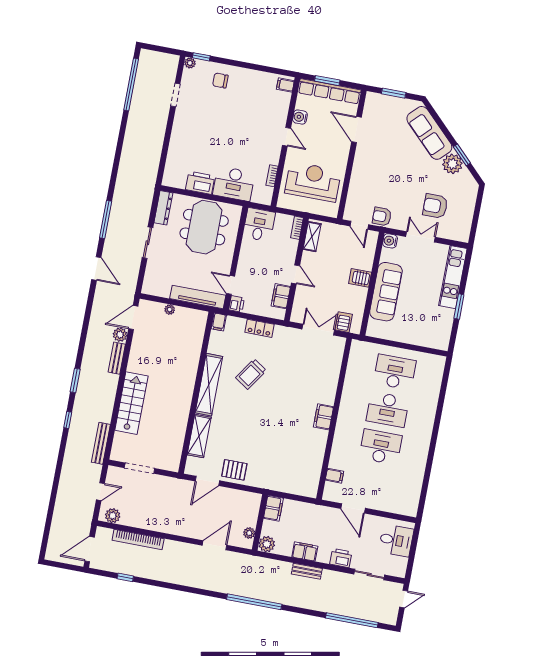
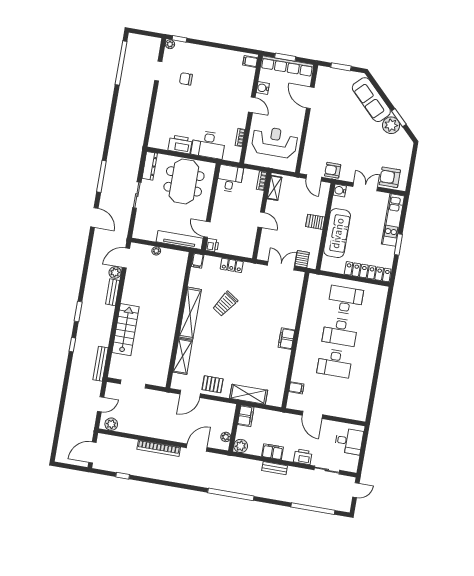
chair: (220, 81) -> (186, 79), moved
armchair: (435, 206) -> (390, 177), moved
filing cabinet: (281, 296) -> (249, 238), removed
locker: (422, 338) -> (368, 272), added
desk: (381, 447) -> (335, 363), turned 180
shelving: (277, 483) -> (249, 394), added
bookcase: (138, 540) -> (159, 448), moved

